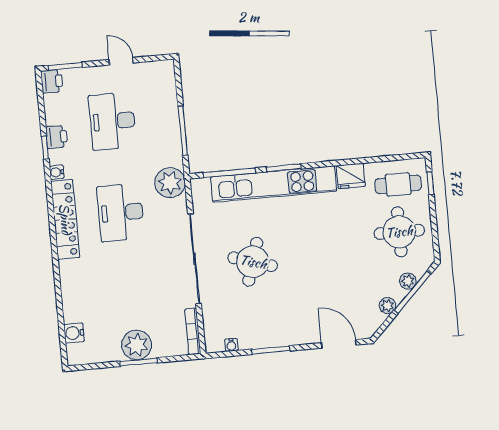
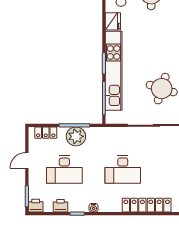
locker: (167, 87) -> (46, 133), added
printer: (57, 137) -> (61, 206), moved
plant: (170, 183) -> (76, 136), moved
locker: (65, 219) -> (147, 205), moved

